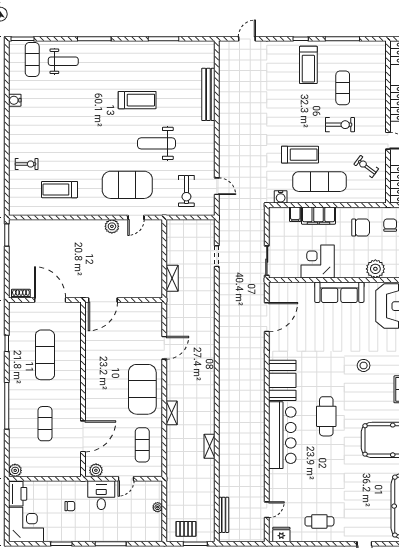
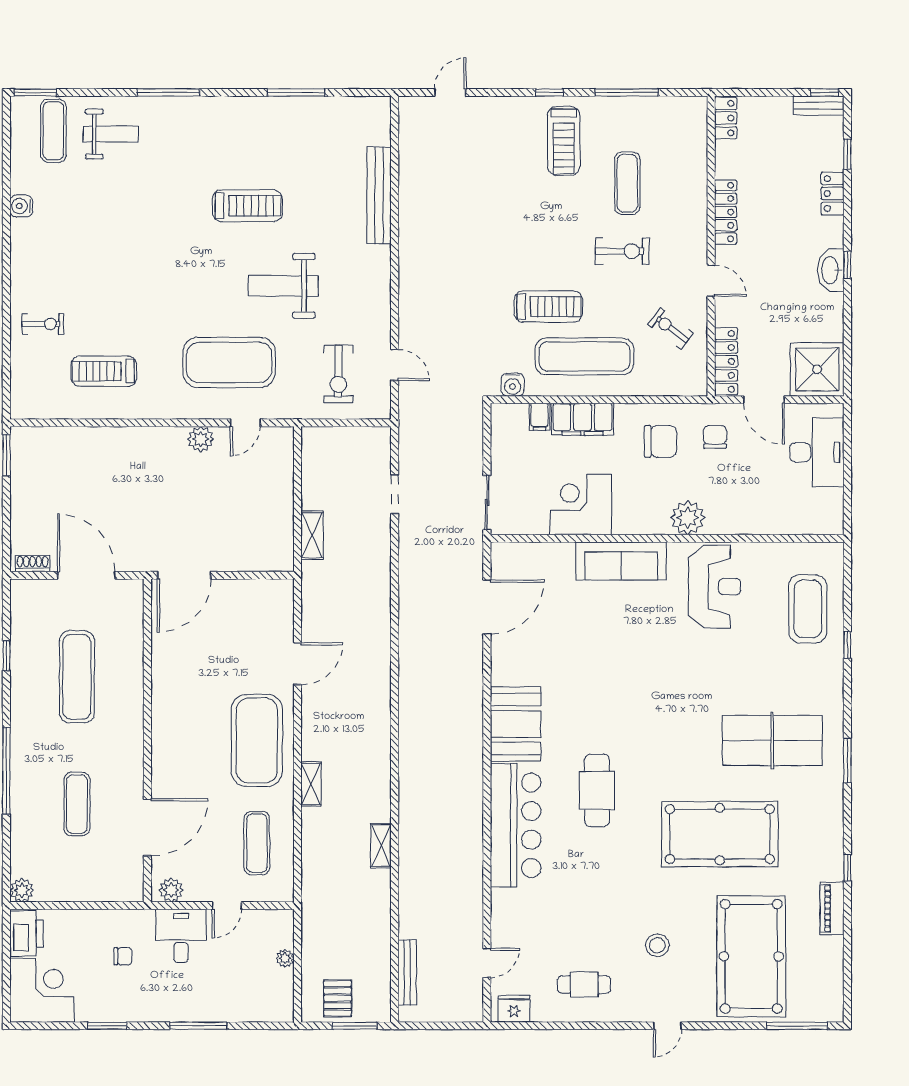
stool: (364, 365) -> (657, 945), moved
pallet: (186, 529) -> (338, 998), turned 90

